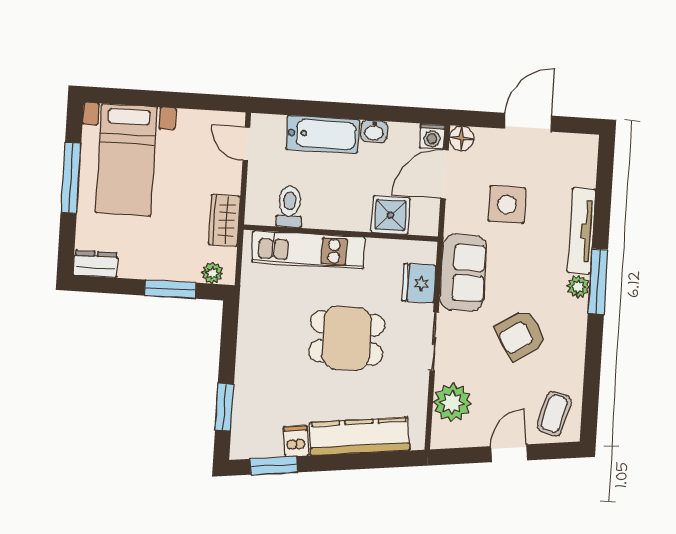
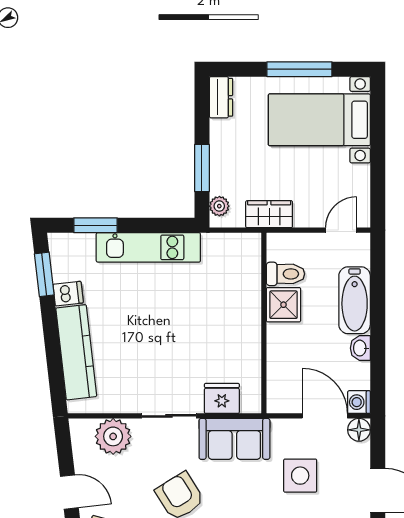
shower: (391, 215) -> (283, 305), moved
kitchen unit: (308, 250) -> (148, 247), moved, turned -90
dining table: (347, 338) -> (167, 335), removed

